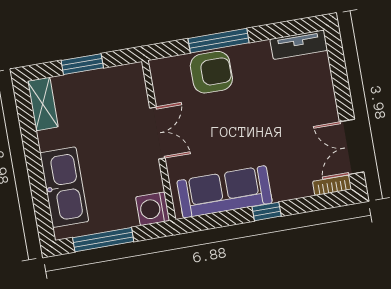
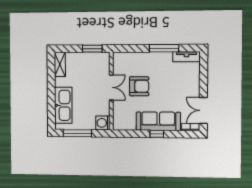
window: (219, 41) -> (164, 48), moved
window: (82, 64) -> (92, 49), moved
armchair: (211, 72) -> (139, 86), moved
sofa: (225, 192) -> (158, 121), moved

